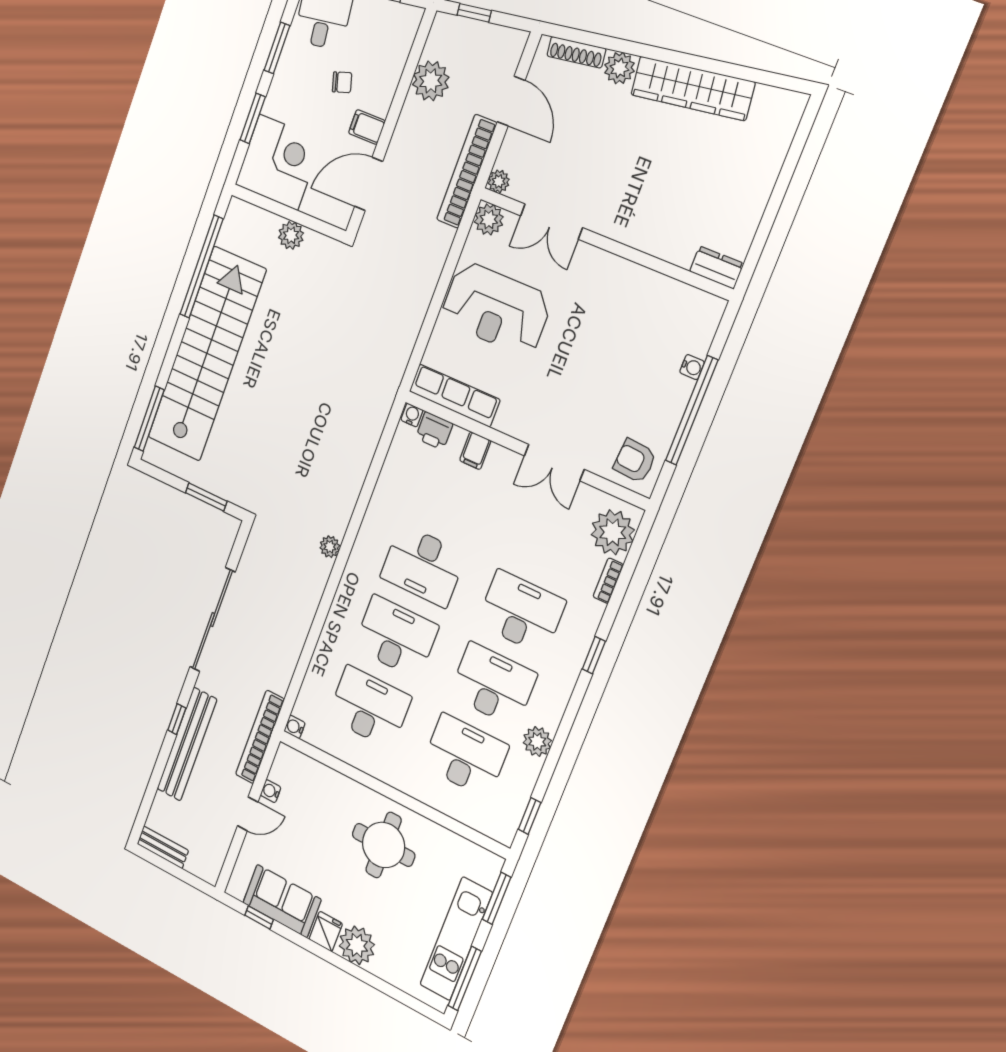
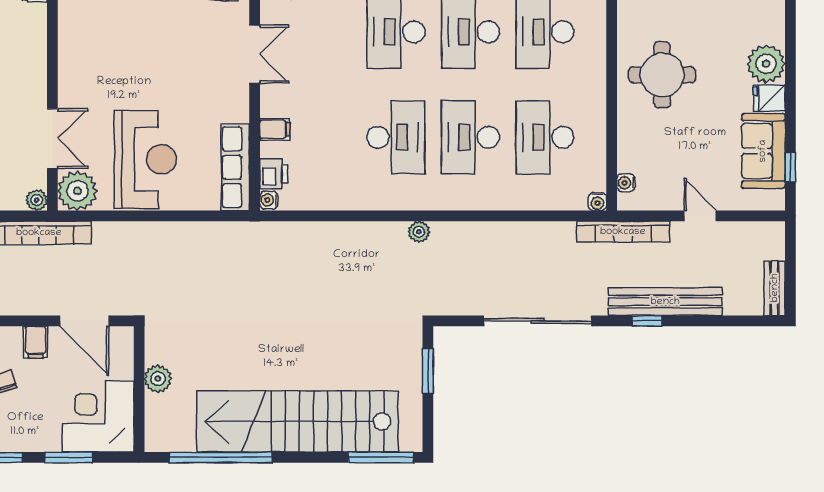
plant: (489, 219) -> (77, 191), width x1.36, depth x1.36
water cooler: (271, 791) -> (626, 183), moved, turned 90

